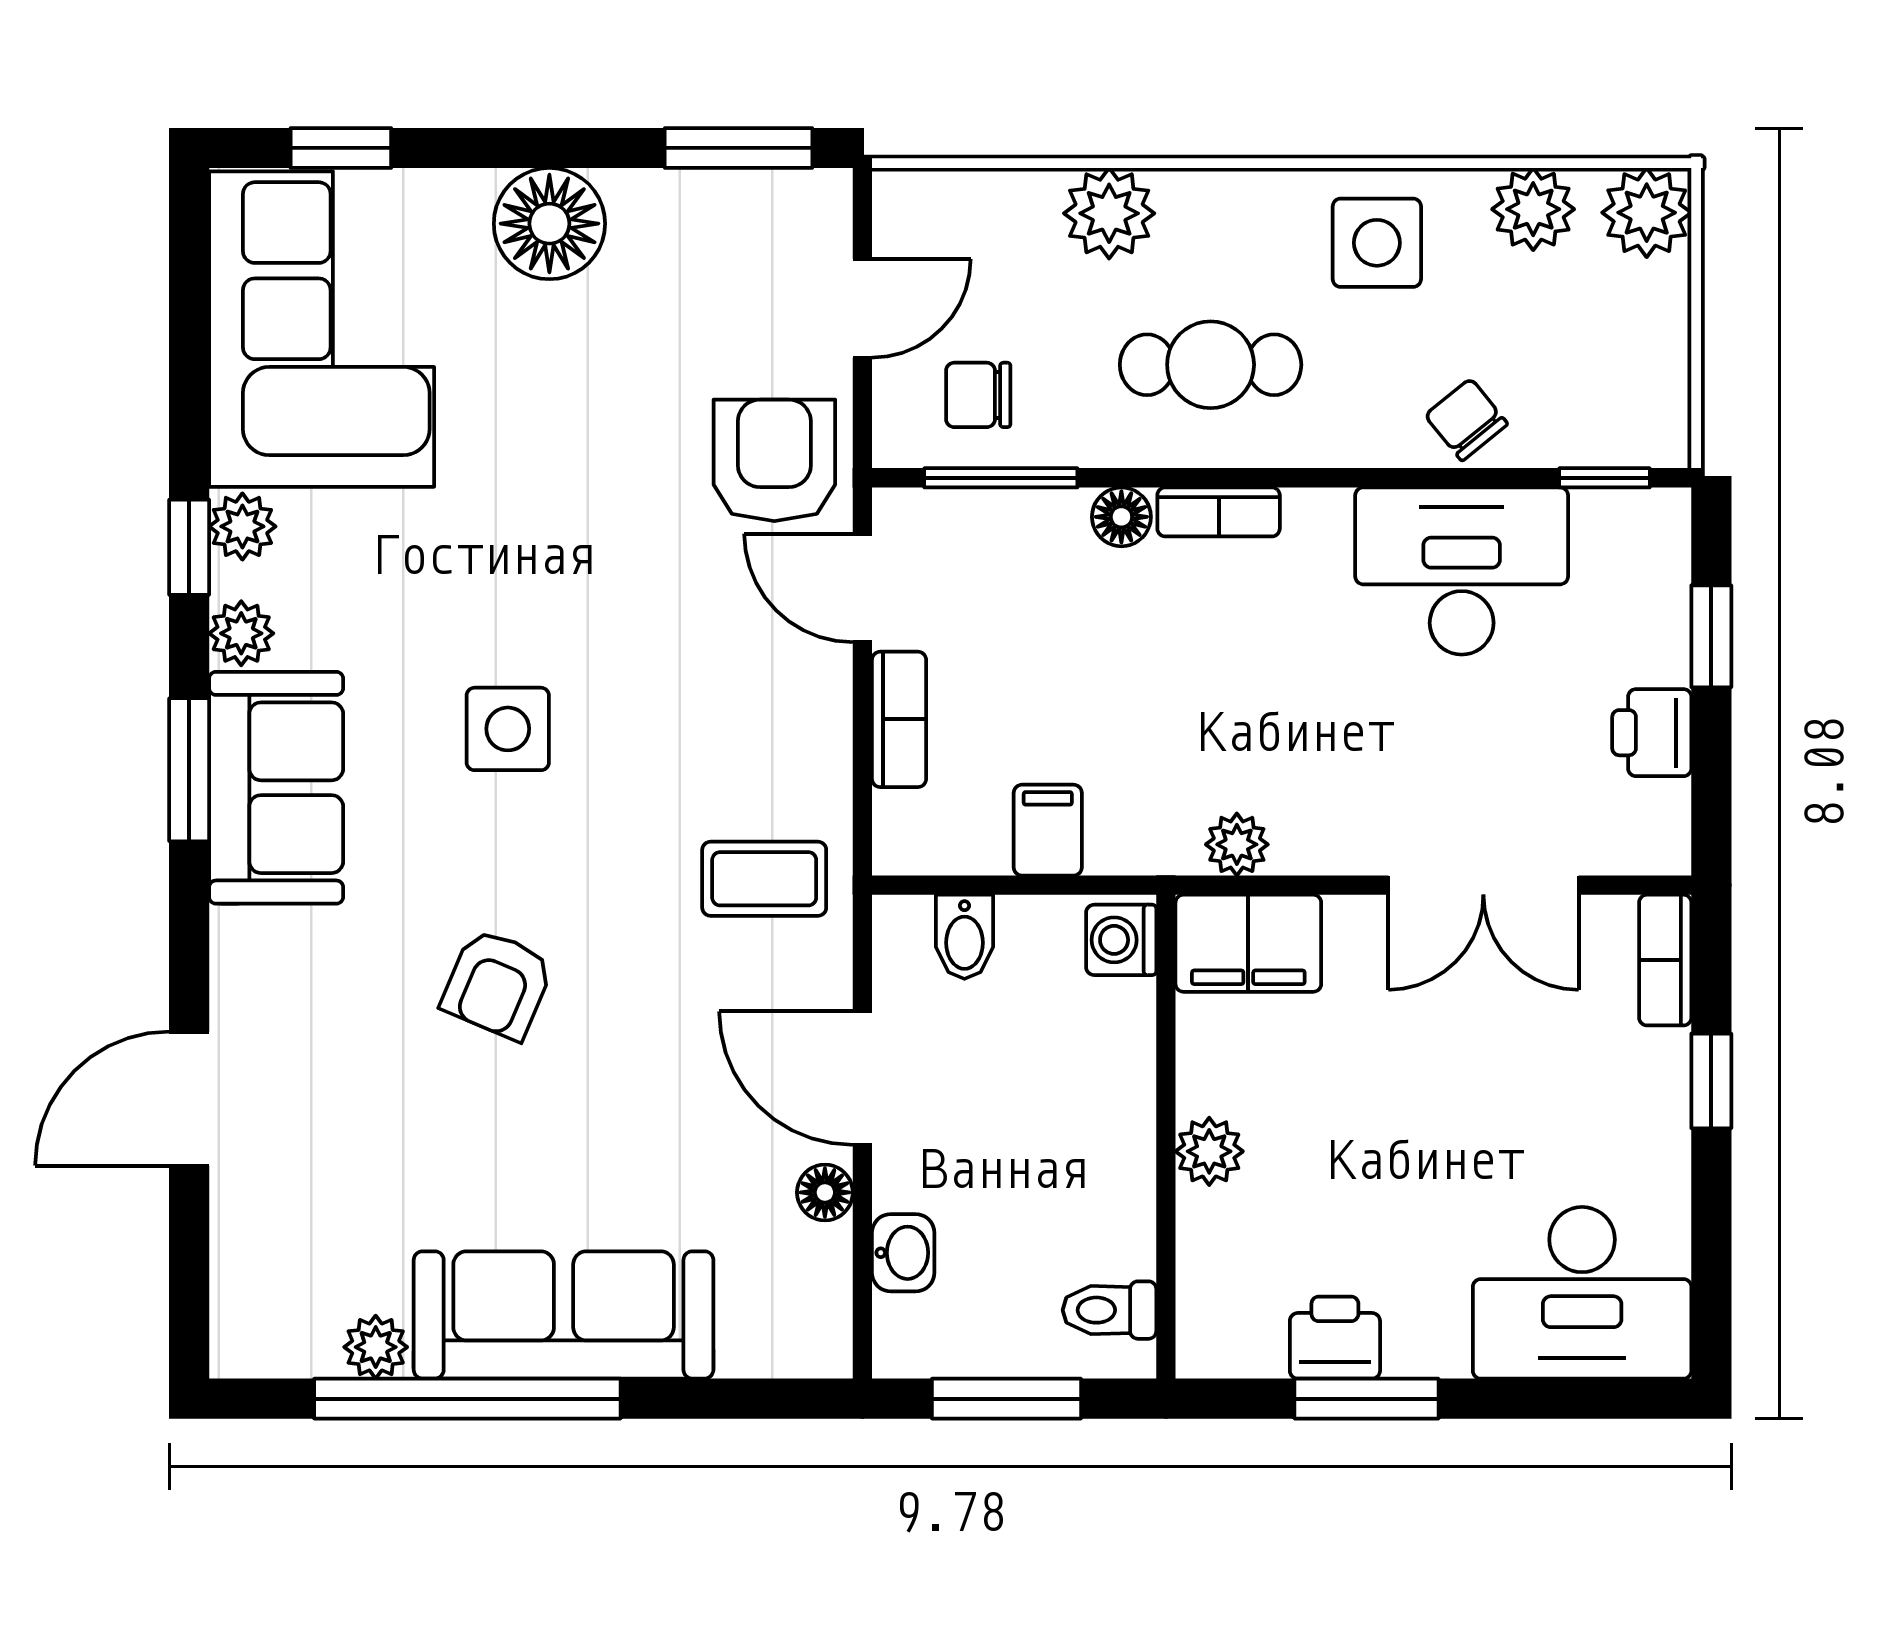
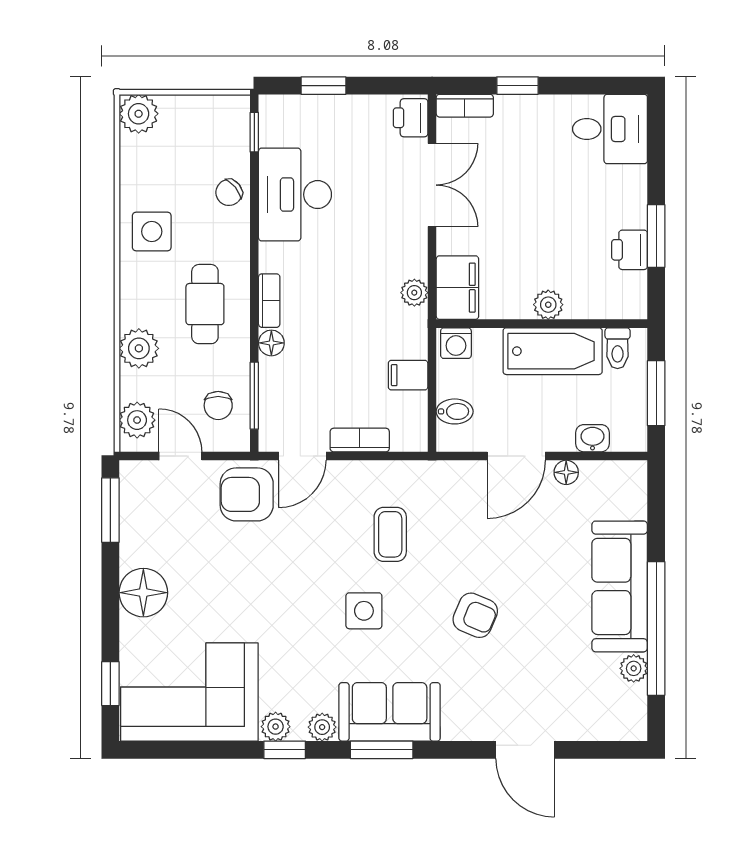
plant: (1533, 209) -> (137, 420), moved
printer: (1652, 733) -> (411, 118), moved, turned 90
coffee table: (764, 879) -> (390, 534), moved
bathtub: (1103, 1161) -> (553, 351), added
desk: (1582, 1293) -> (610, 129), width x0.73

